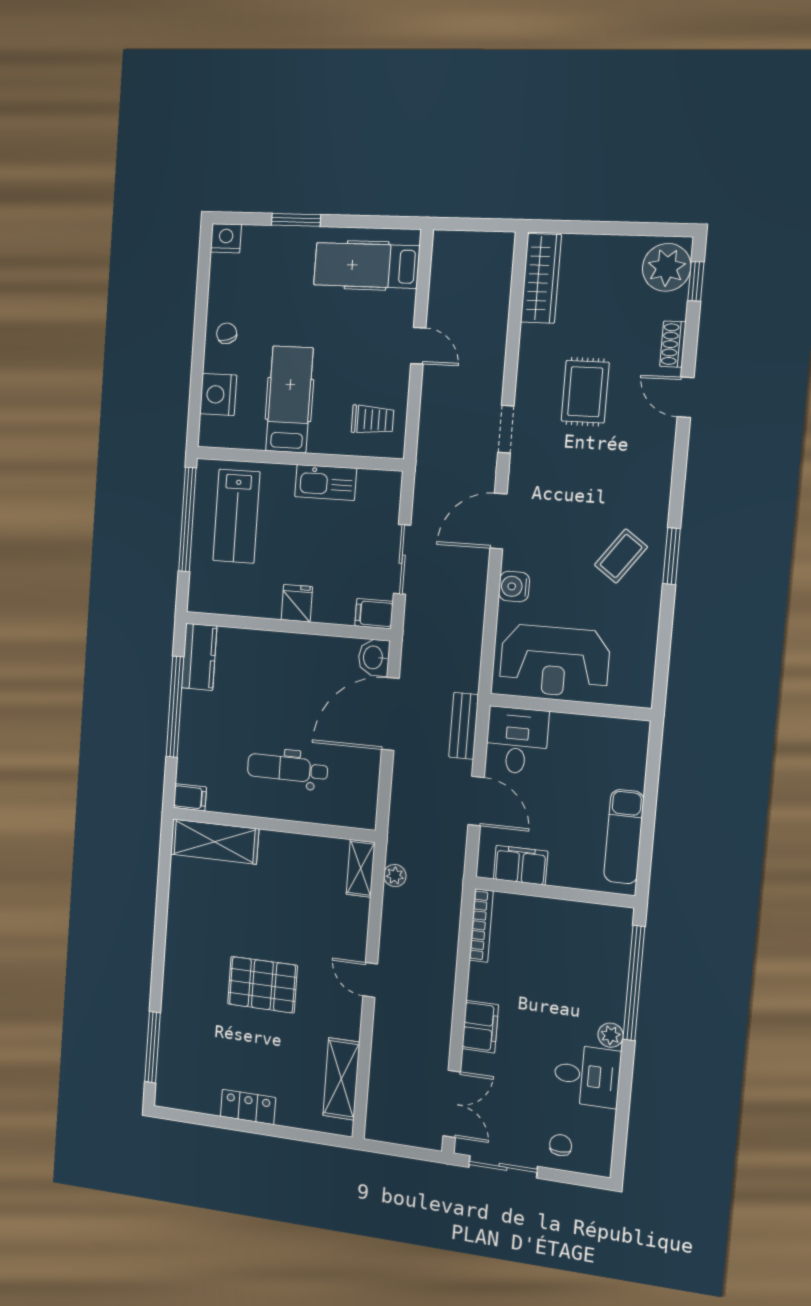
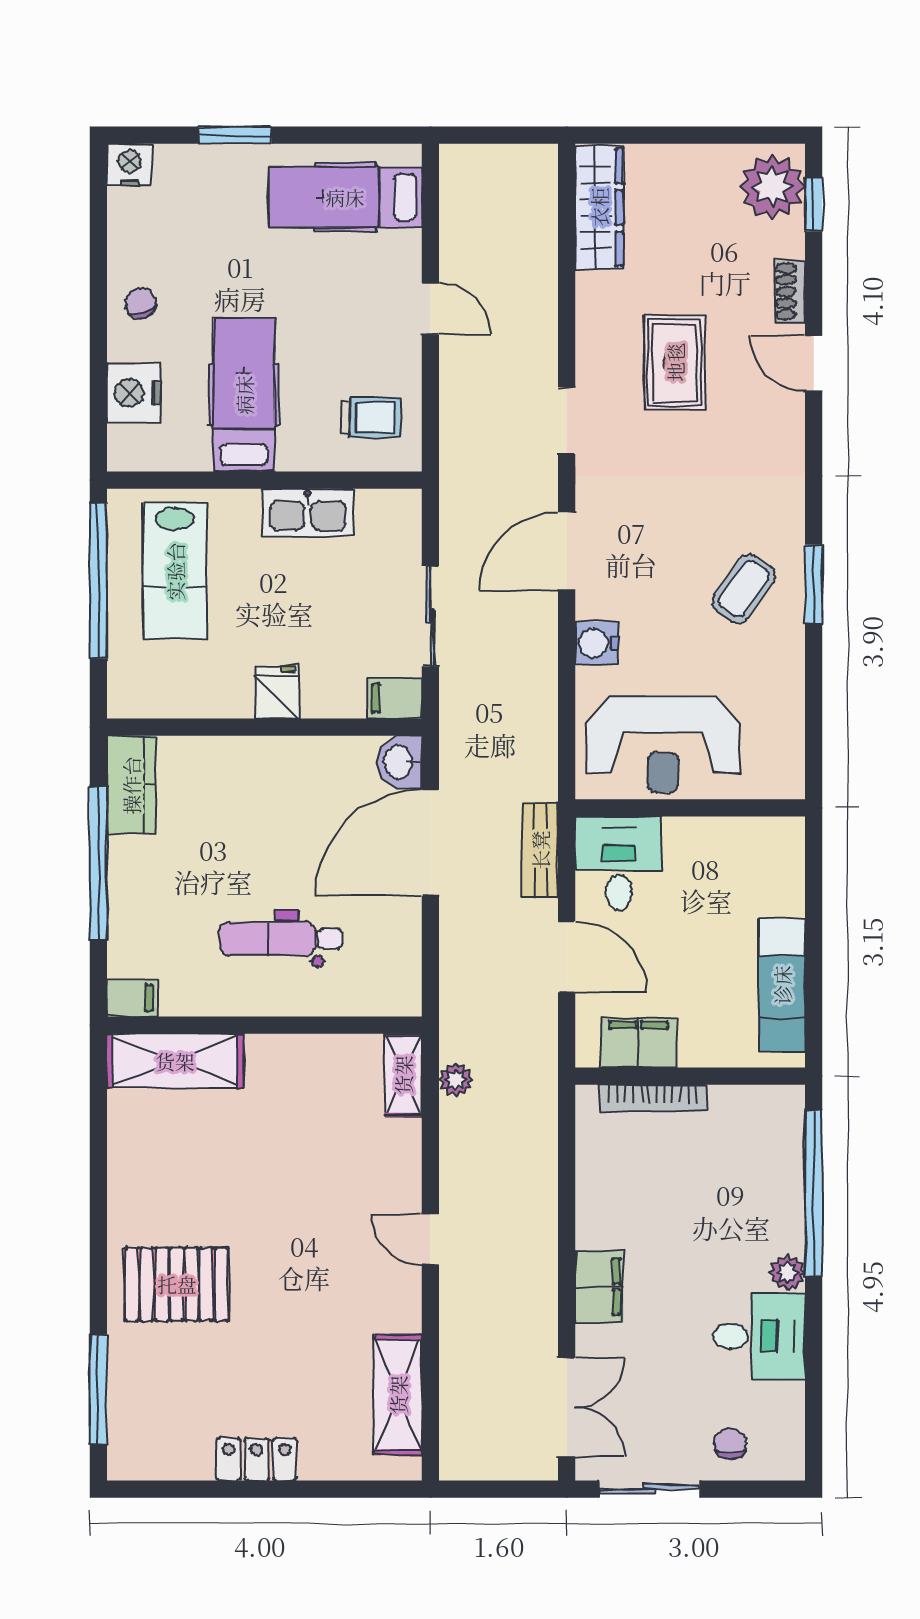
bookcase: (481, 926) -> (653, 1098), moved, turned 90
pallet: (262, 985) -> (177, 1284), moved

